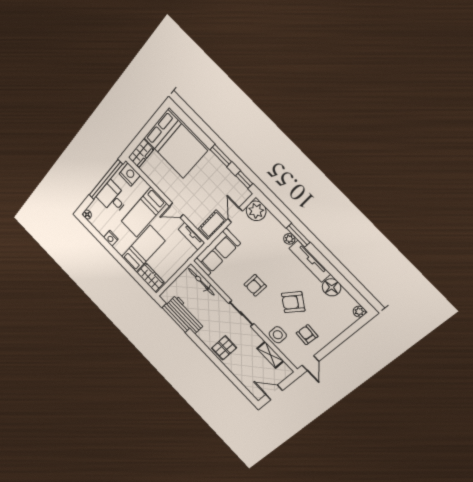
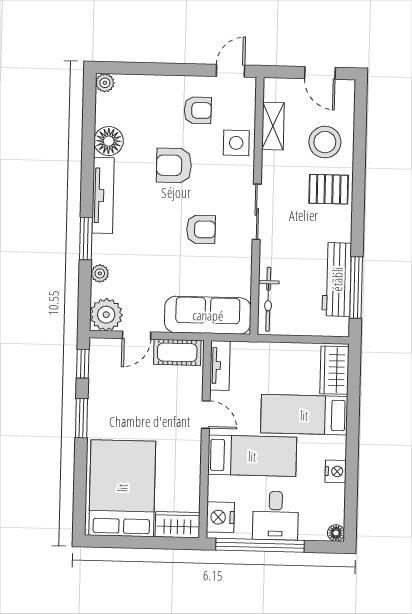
plant: (289, 239) -> (100, 273), moved
armchair: (293, 302) -> (174, 165), turned 145
armchair: (307, 335) -> (198, 110), turned -94
stool: (244, 366) -> (325, 142), added

